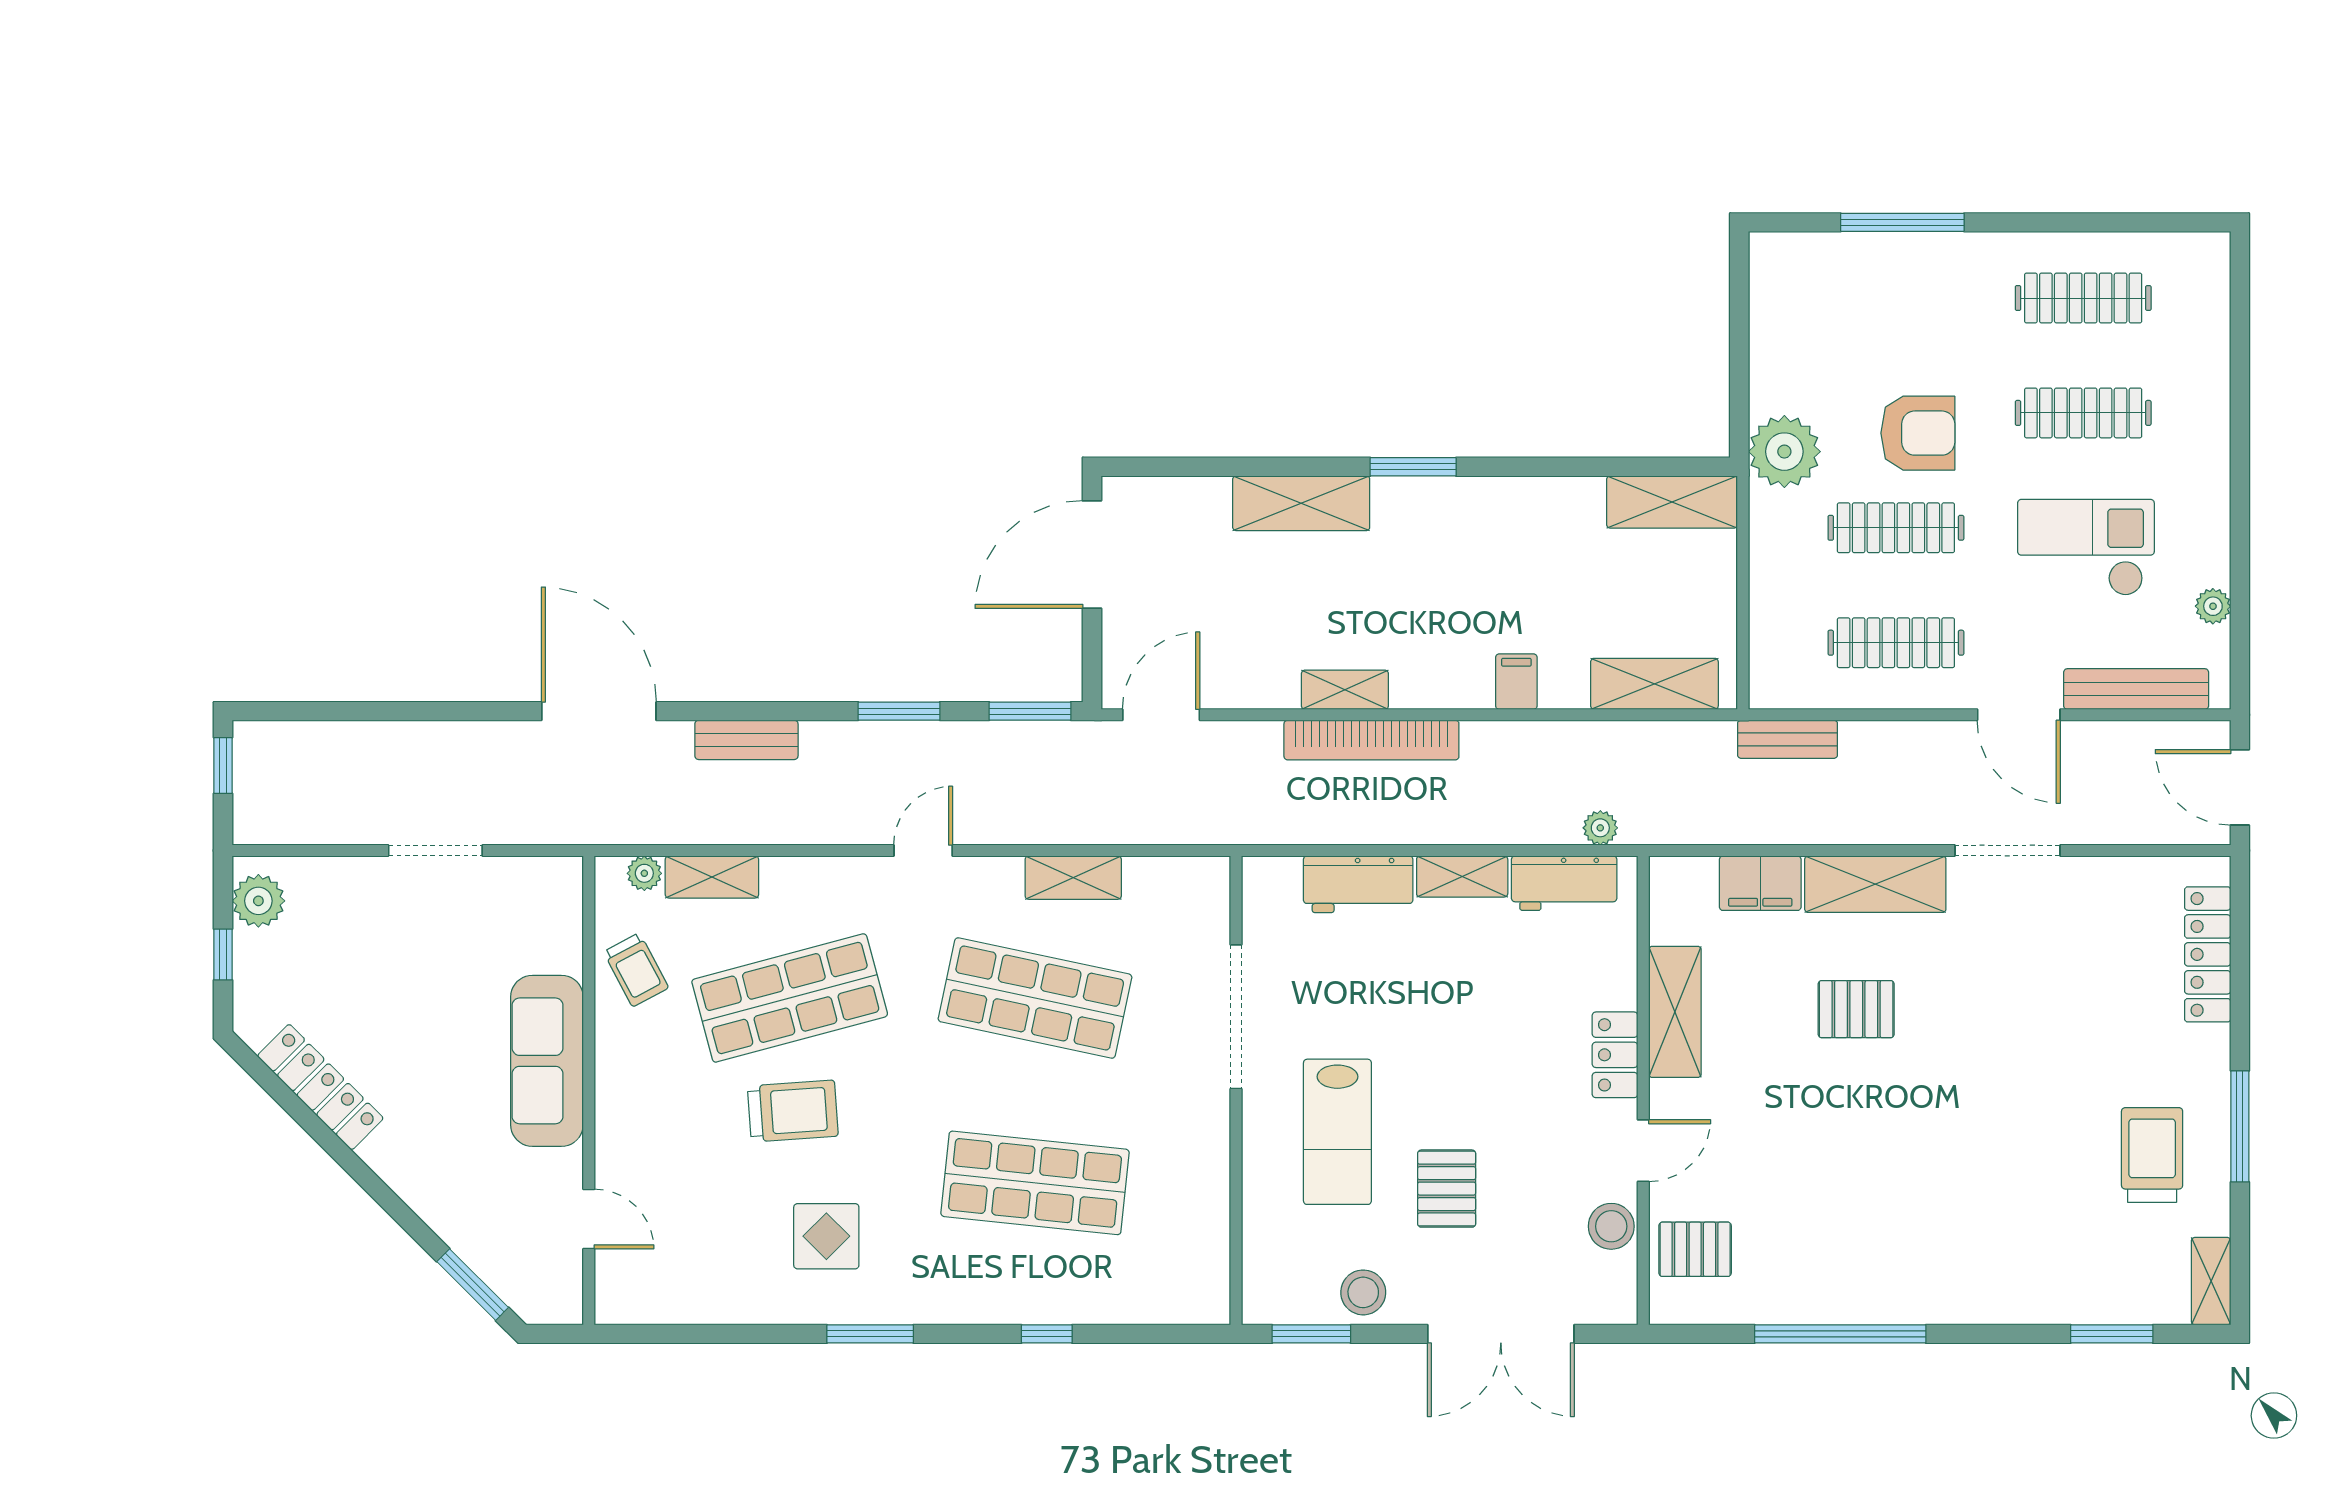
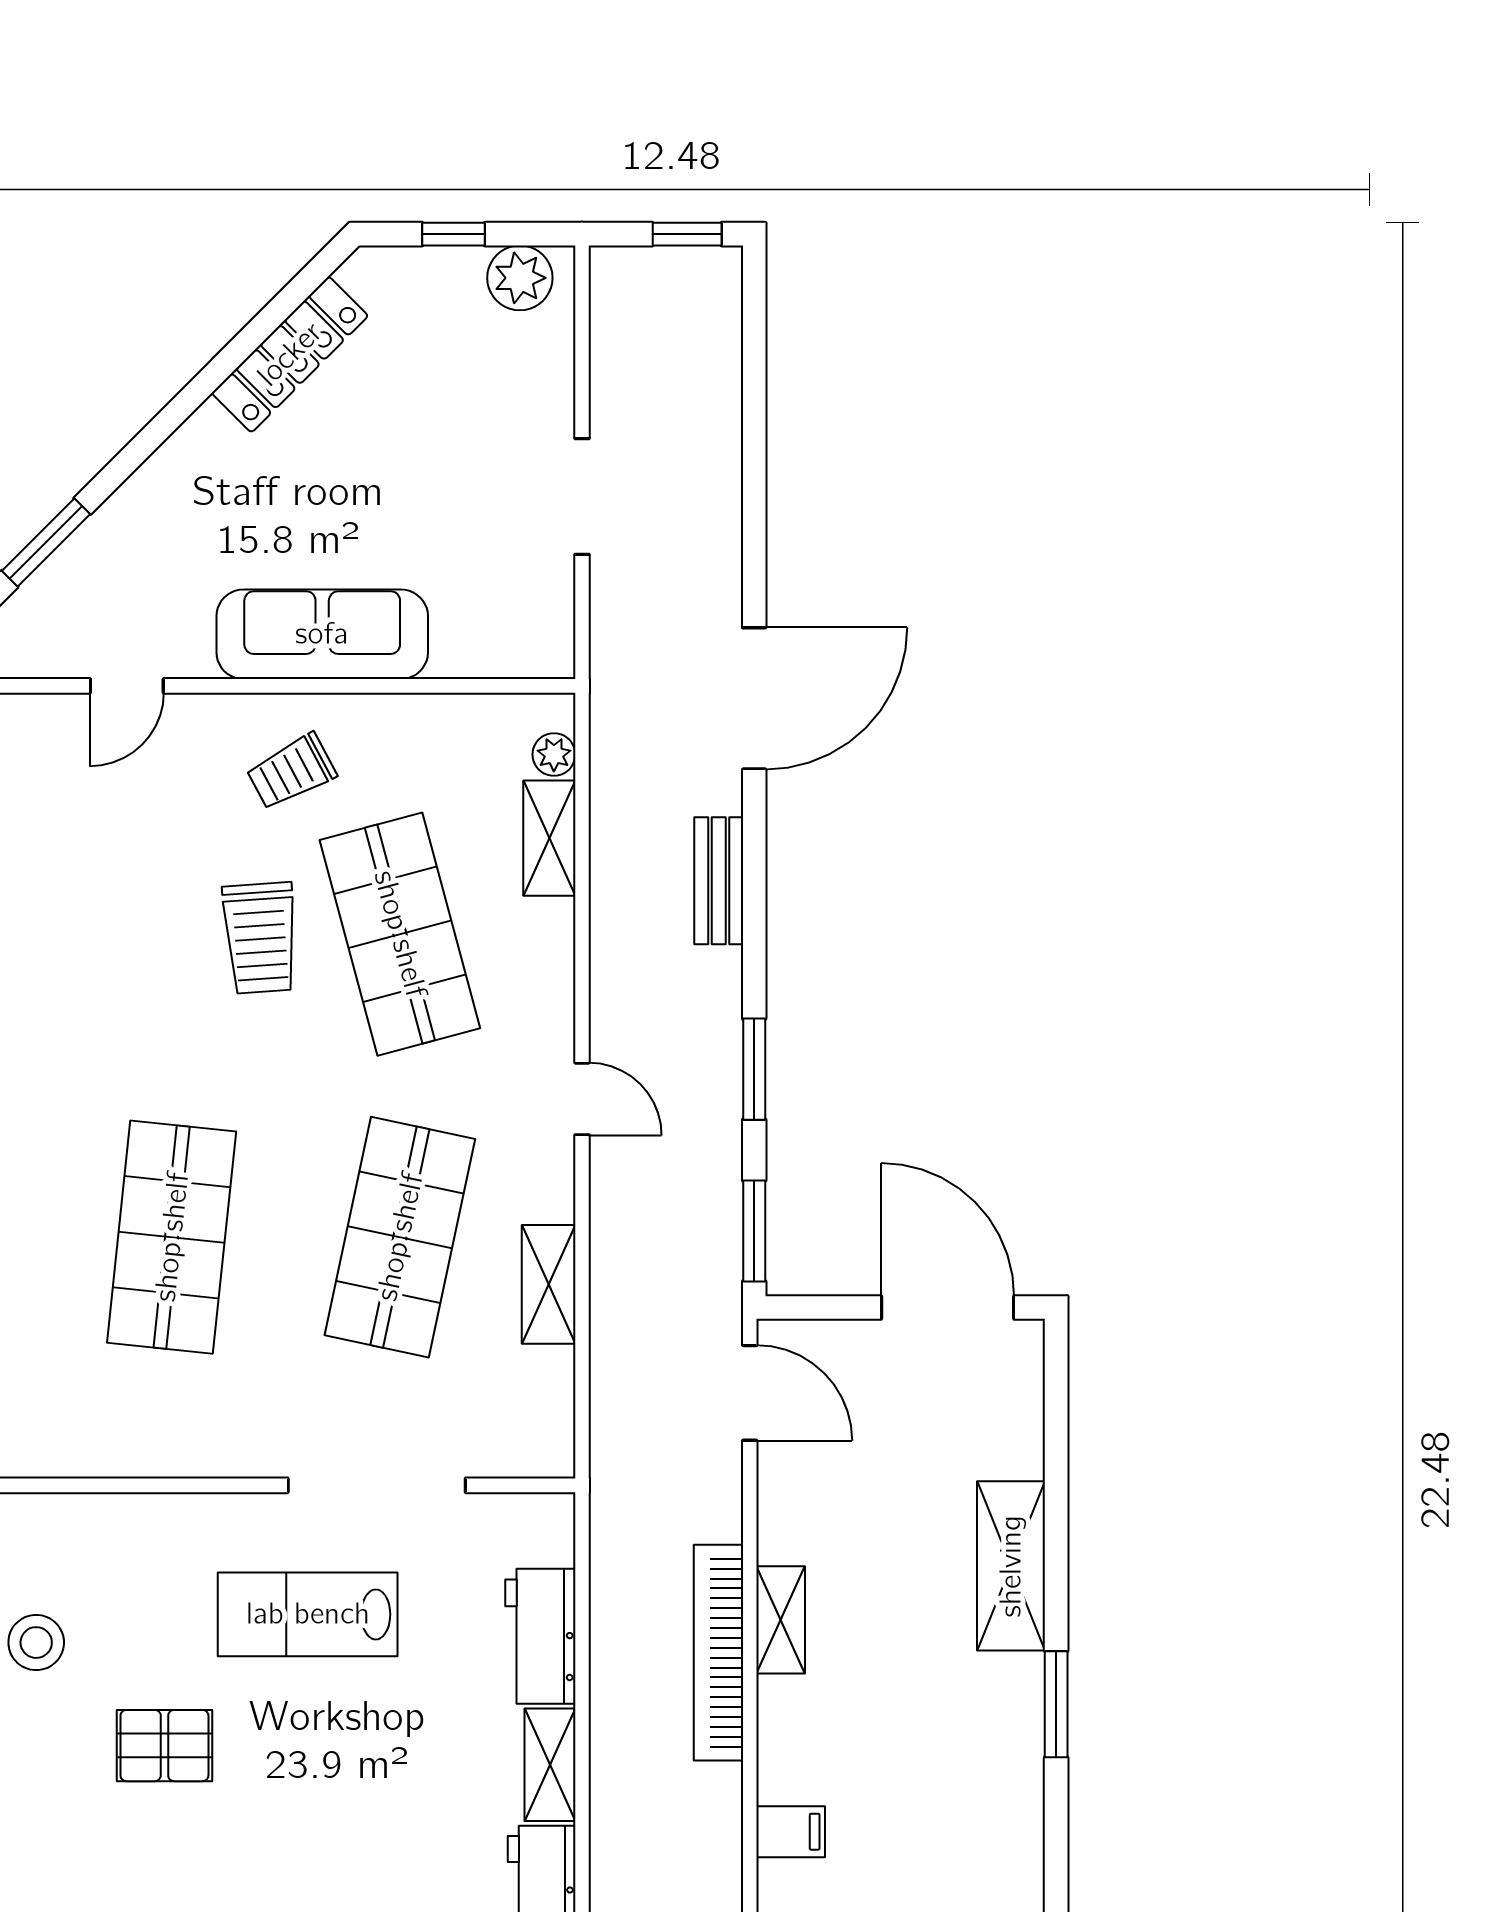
trolley: (636, 970) -> (291, 772), moved
lab bench: (1337, 1132) -> (308, 1614), moved
display table: (826, 1236) -> (106, 979), removed

